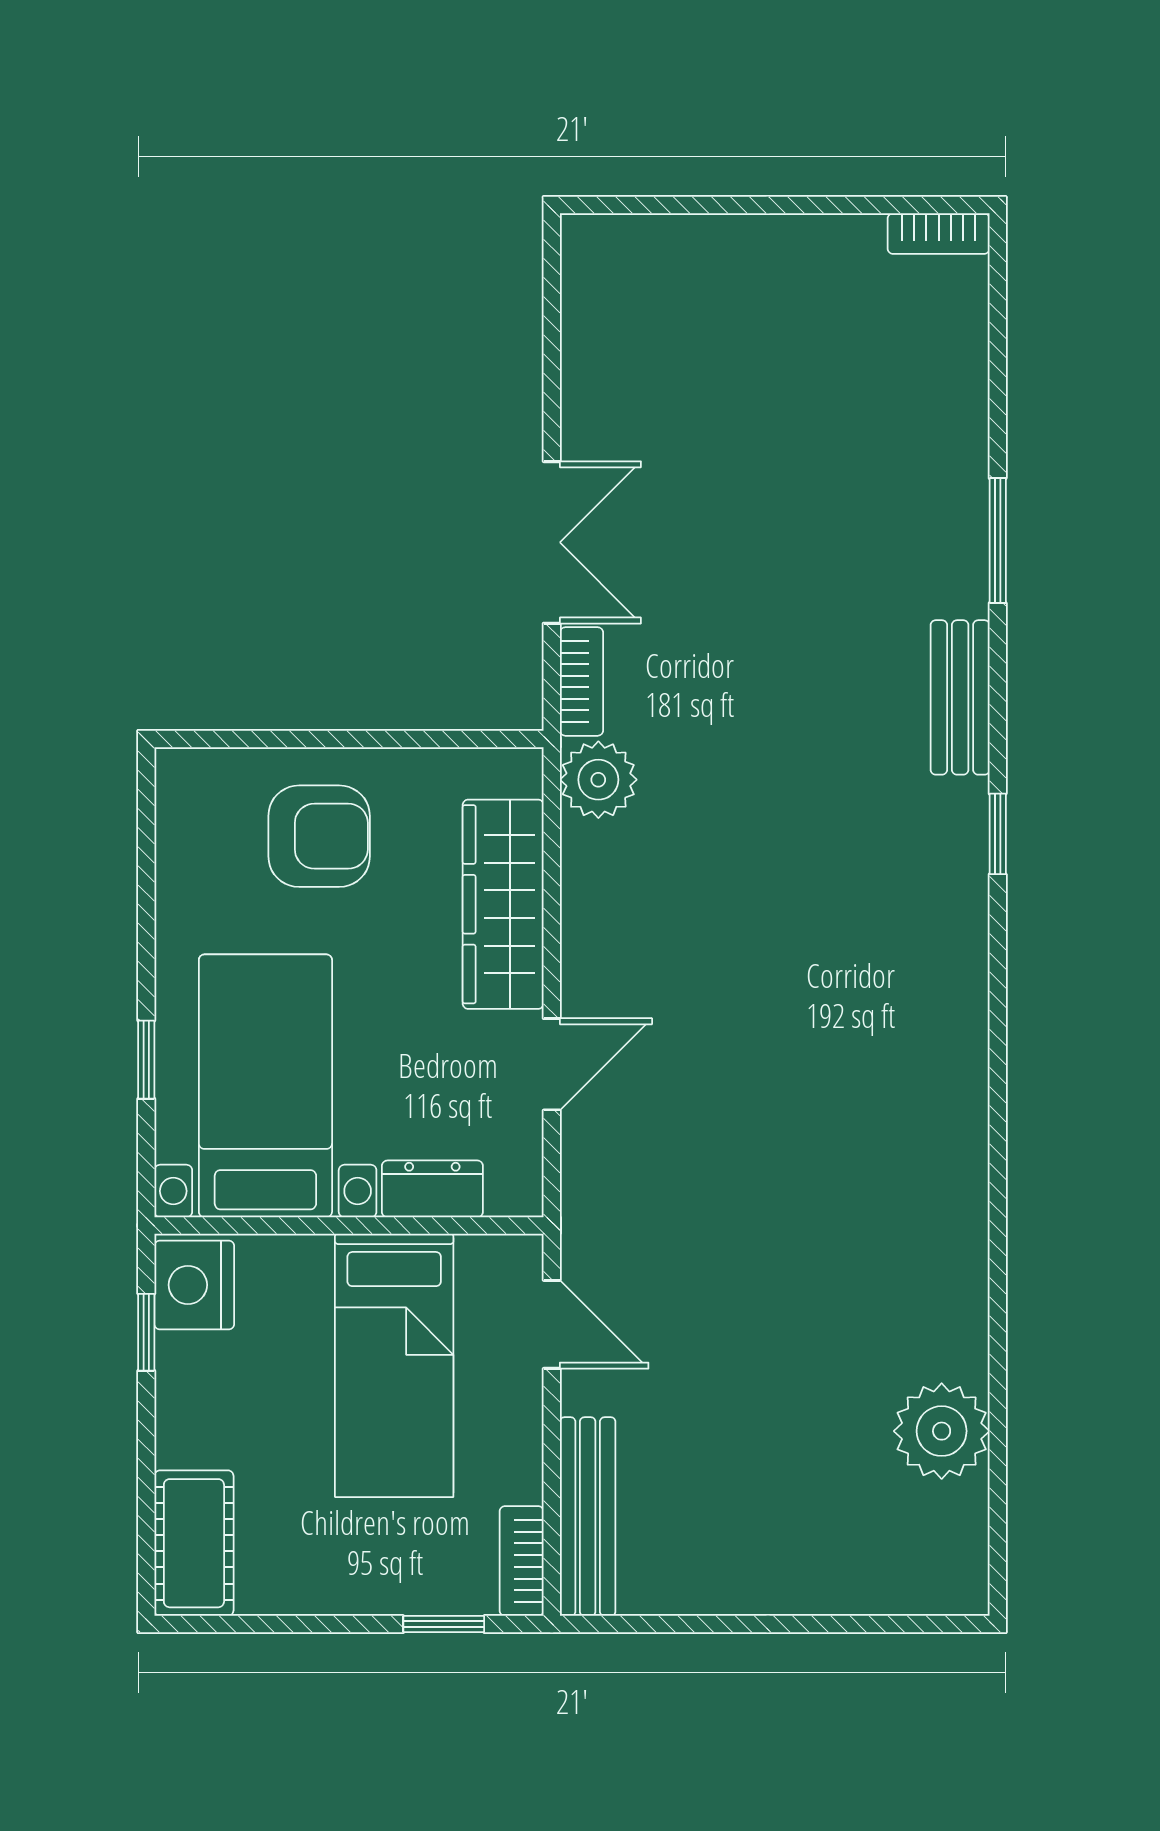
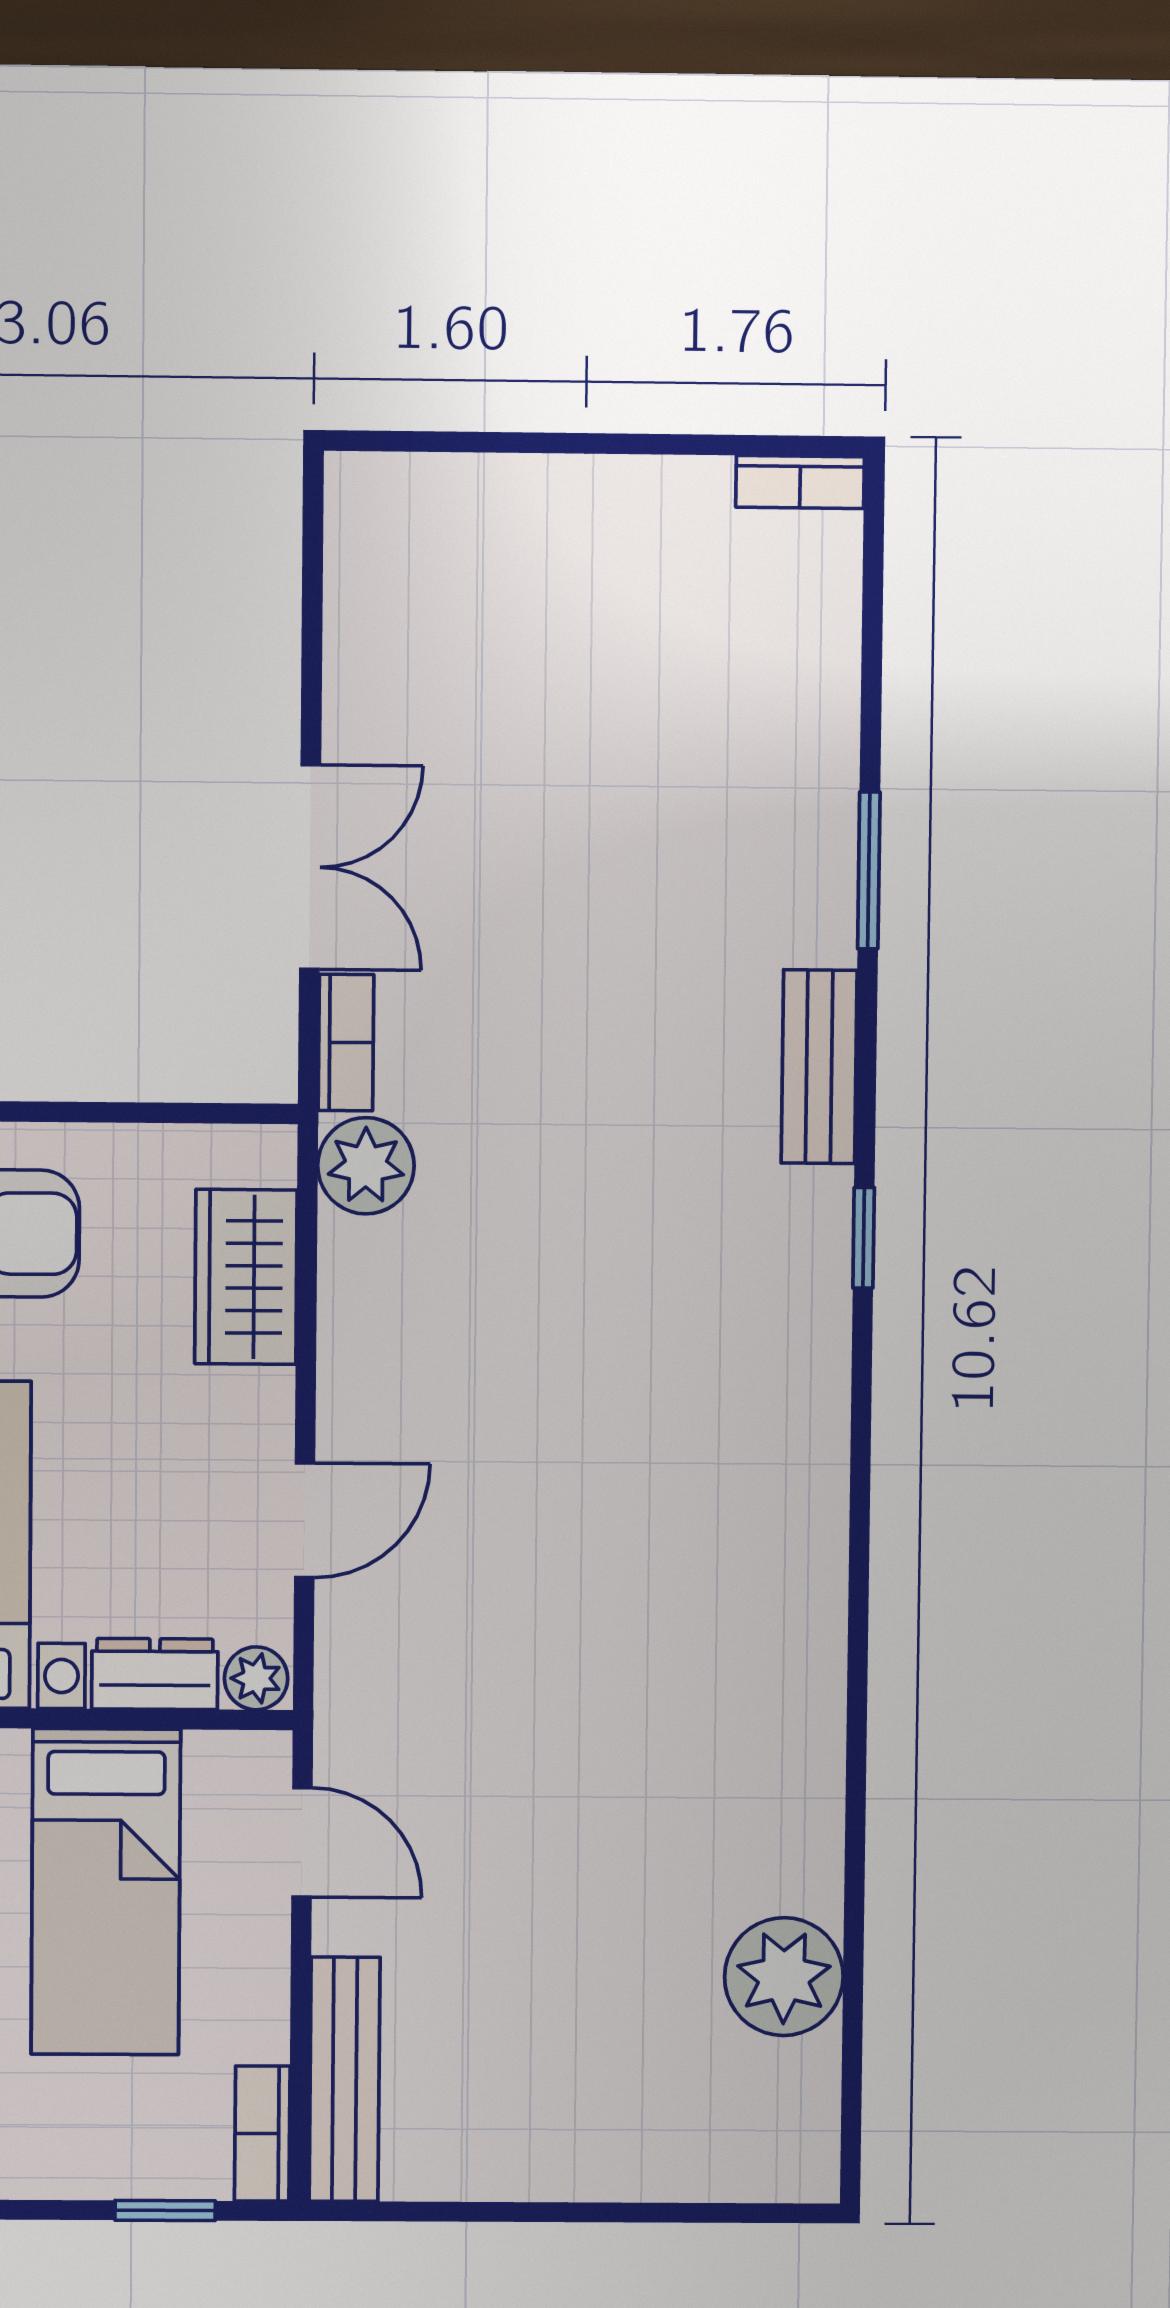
wardrobe: (503, 904) -> (246, 1277), width x0.67
plant: (514, 1192) -> (256, 1678), added

